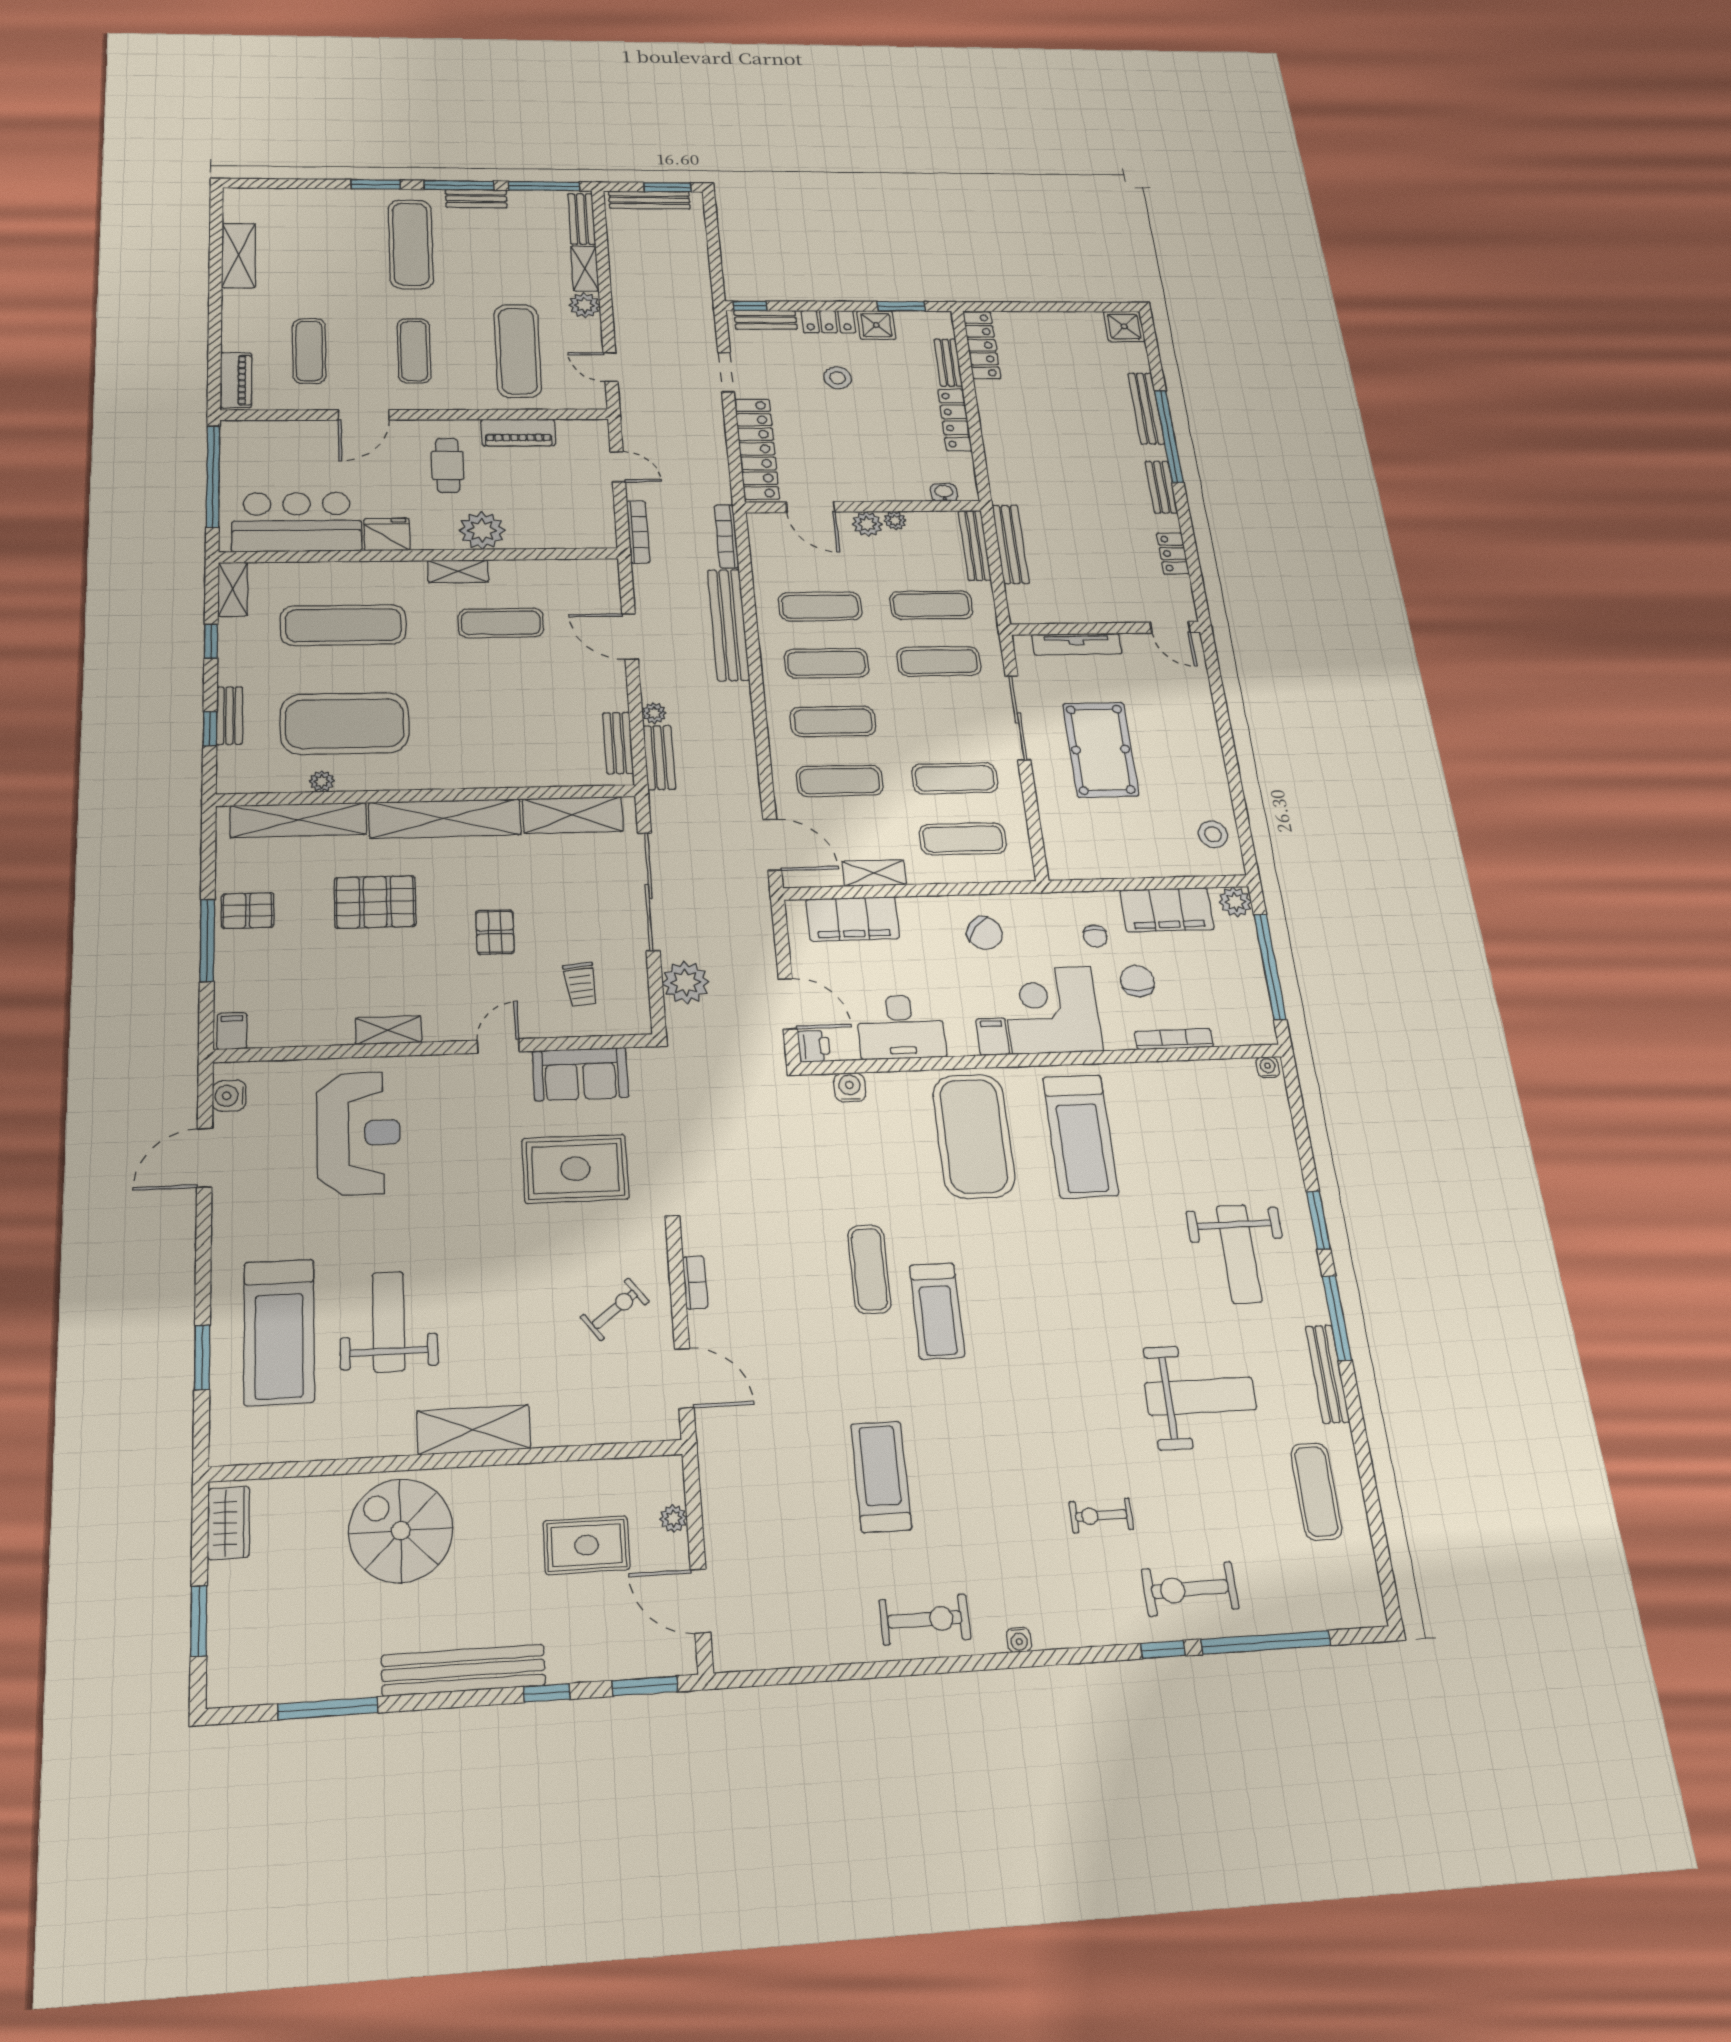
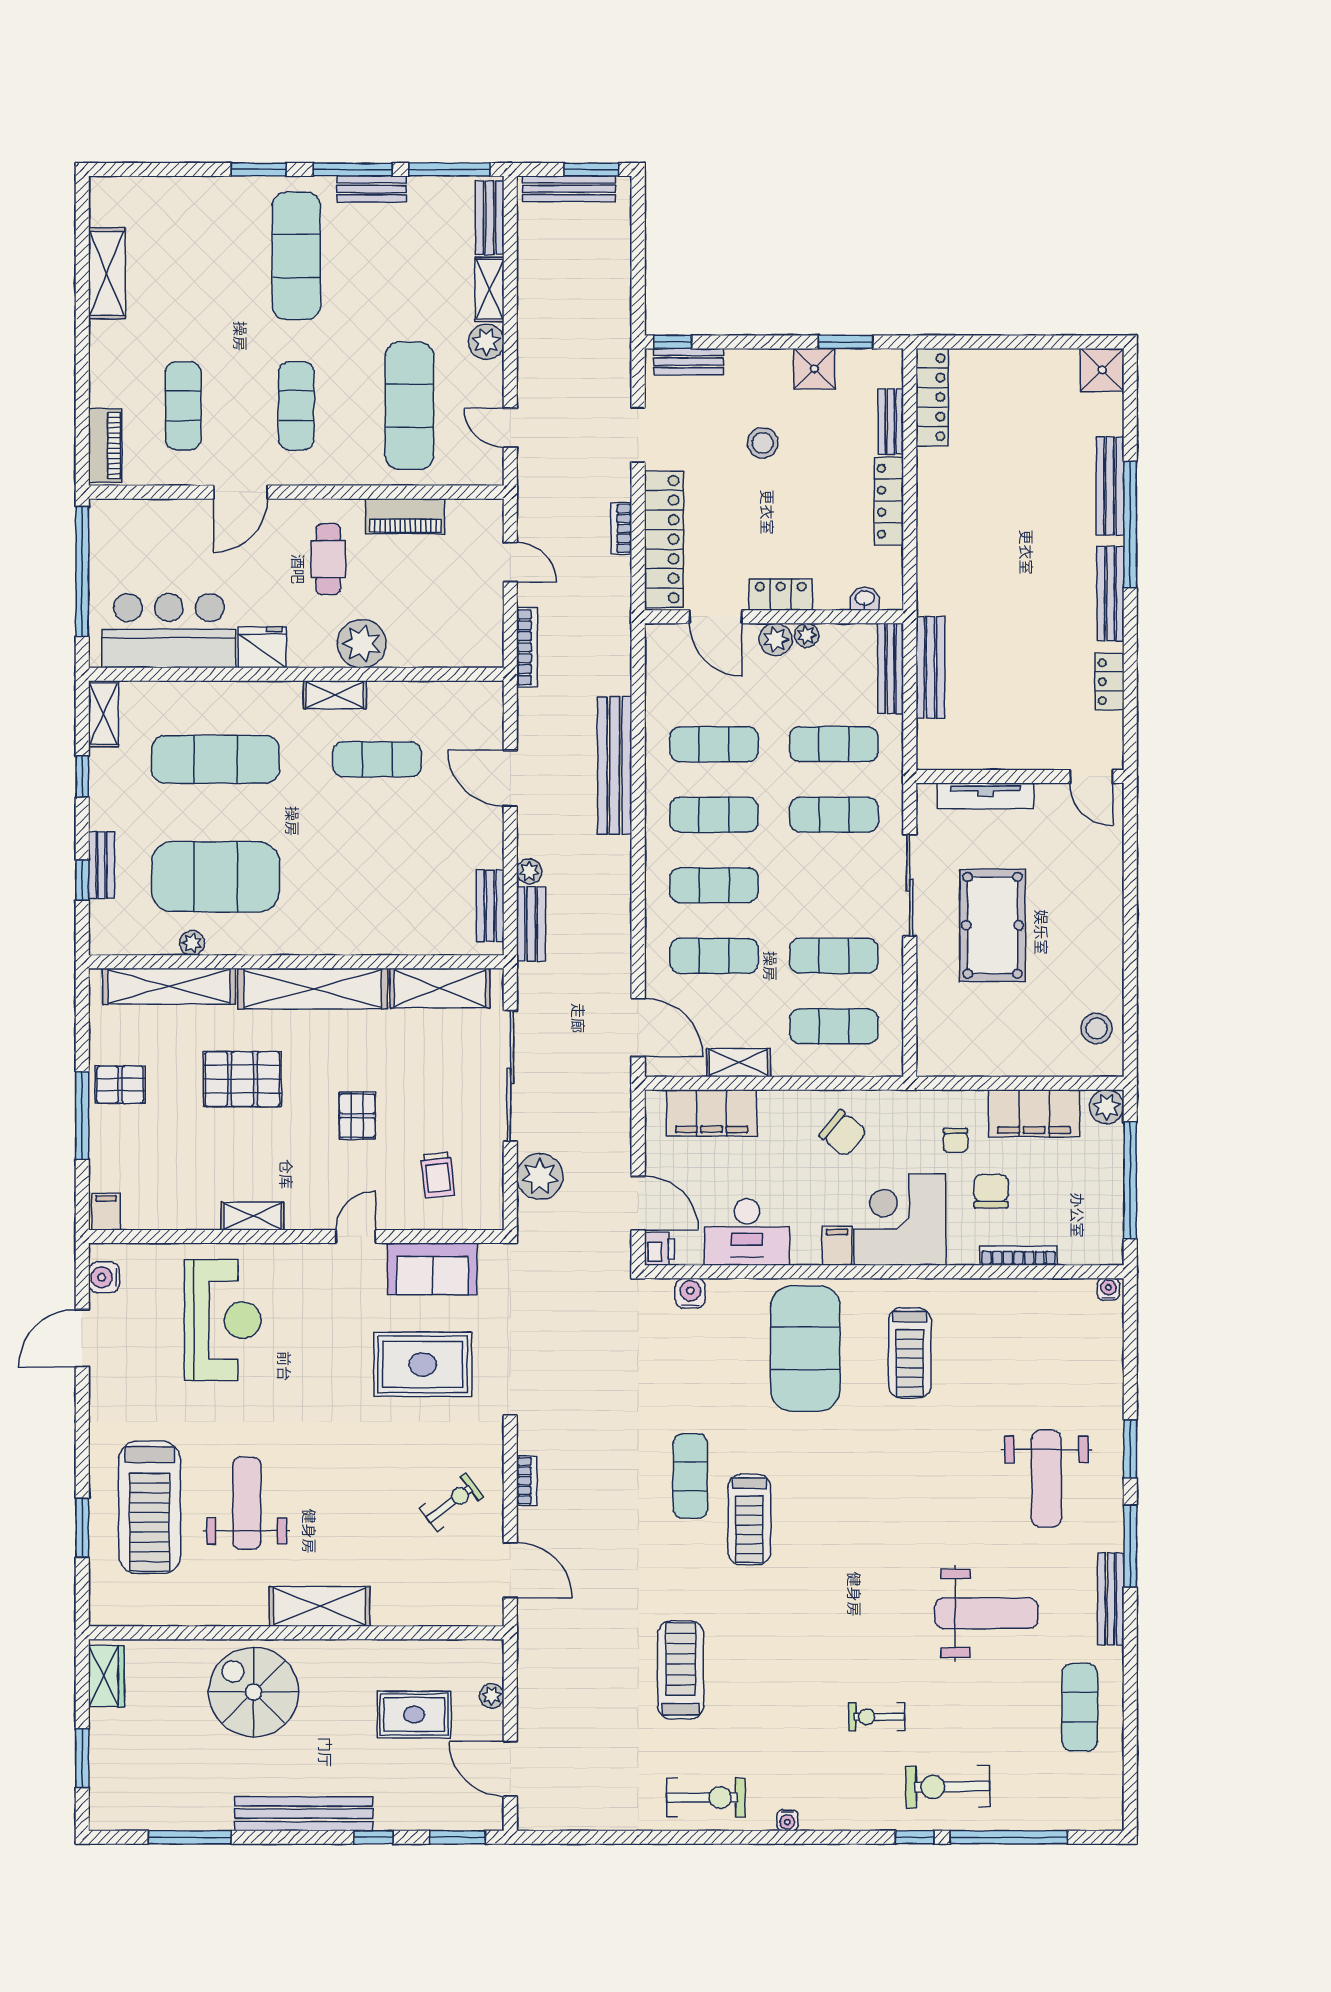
locker: (829, 322) -> (781, 595), moved, turned 180
bench: (1161, 487) -> (1110, 594), width x1.36
bookcase: (727, 536) -> (621, 528), moved, width x0.64
treadmill: (1080, 1136) -> (910, 1353), width x0.73, depth x0.73

